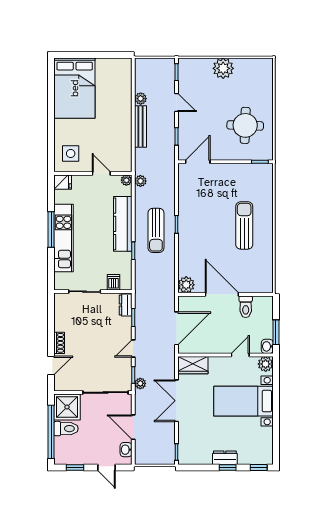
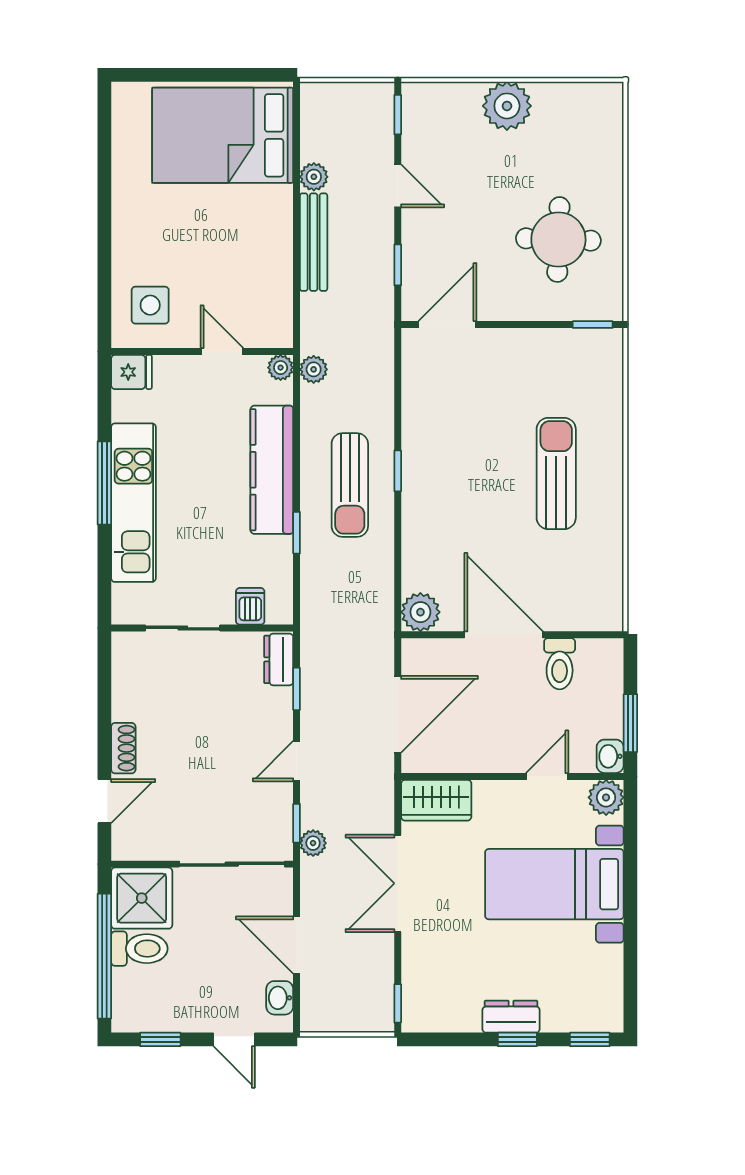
bed: (75, 88) -> (223, 135), moved, turned 90

